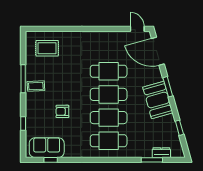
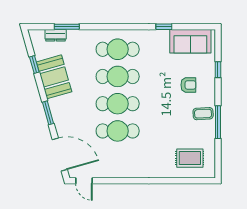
booth: (158, 100) -> (54, 77), moved
armchair: (62, 111) -> (188, 85), moved
window: (51, 160) -> (164, 27), moved

